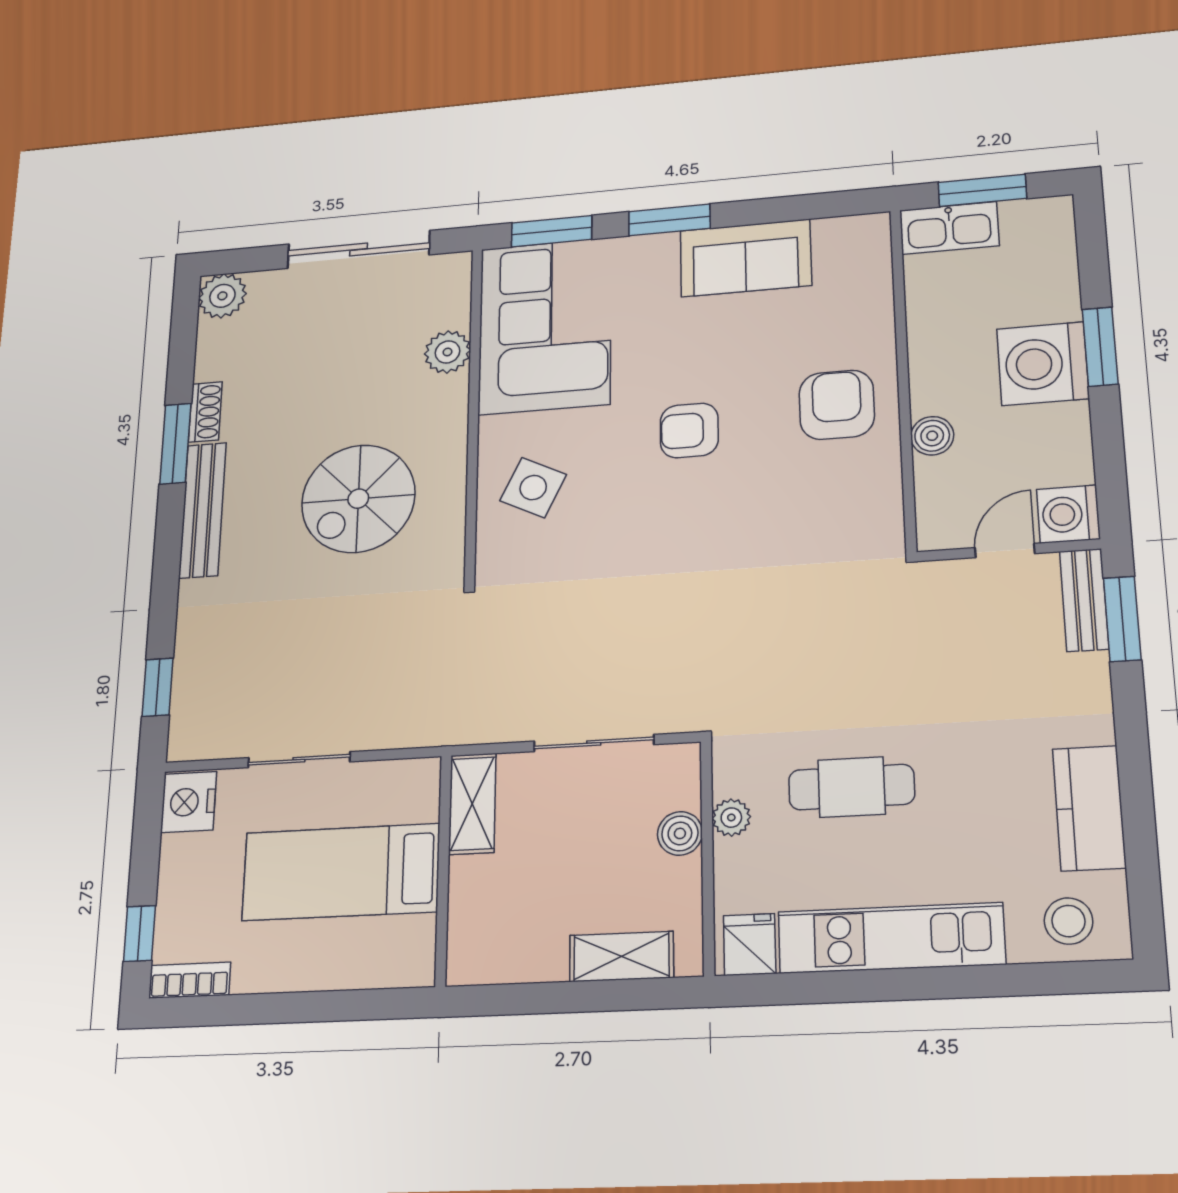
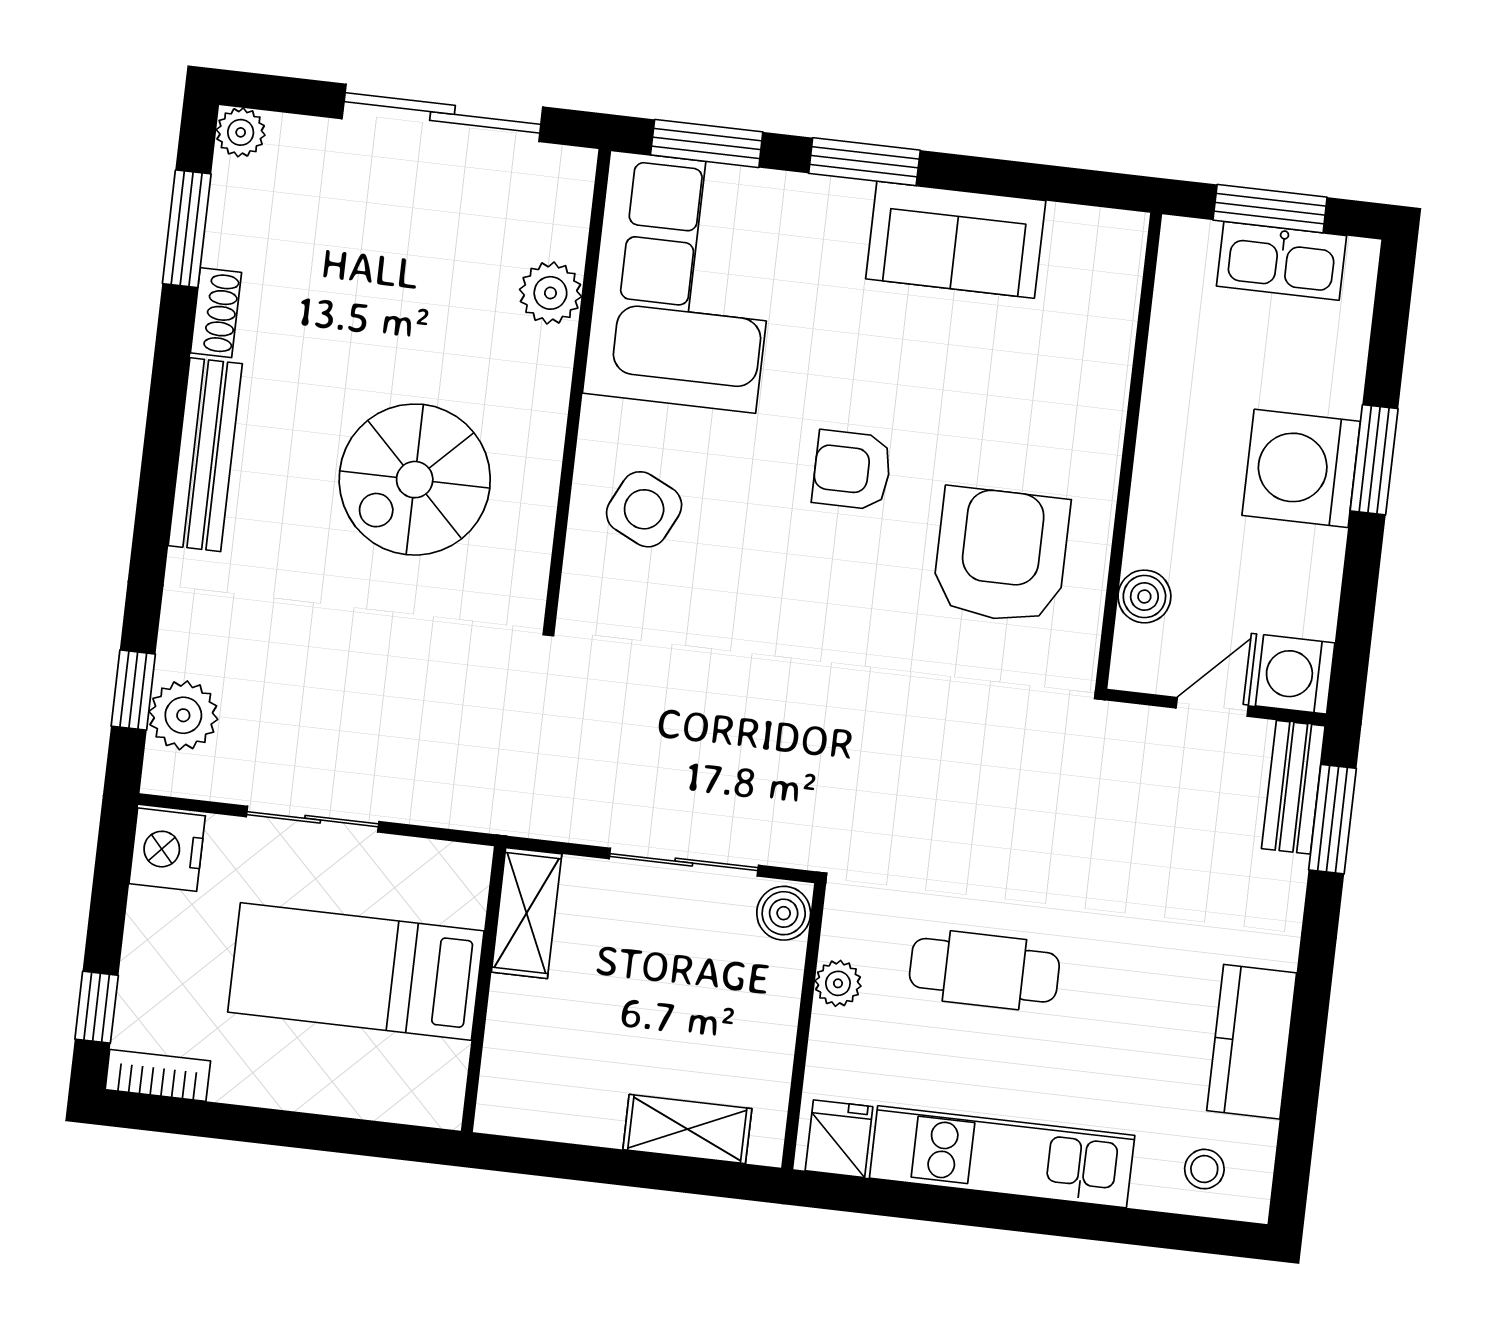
kitchen sink: (949, 228) -> (1282, 261), moved
plant: (222, 296) -> (241, 132), width x0.73, depth x0.73
armchair: (837, 405) -> (1001, 555), moved, width x1.36, depth x1.36
boiler: (932, 436) -> (1144, 596), moved
window: (175, 444) -> (187, 229), moved
plant: (196, 699) -> (183, 715), added
boiler: (680, 833) -> (784, 913), moved
stool: (1068, 921) -> (1204, 1169), width x0.73, depth x0.73

